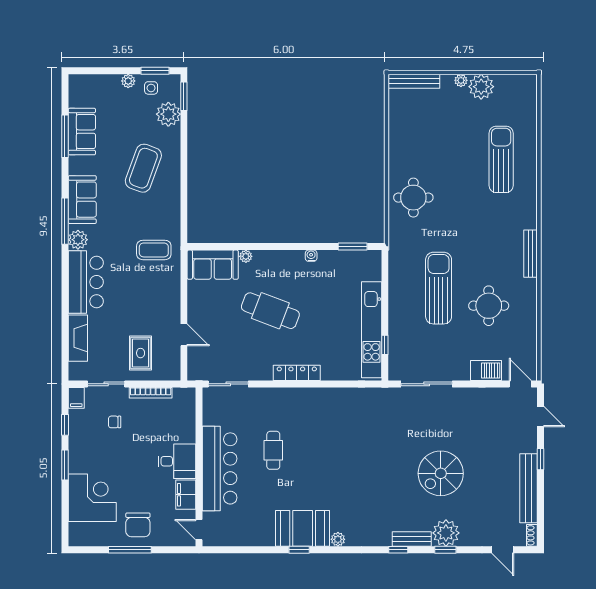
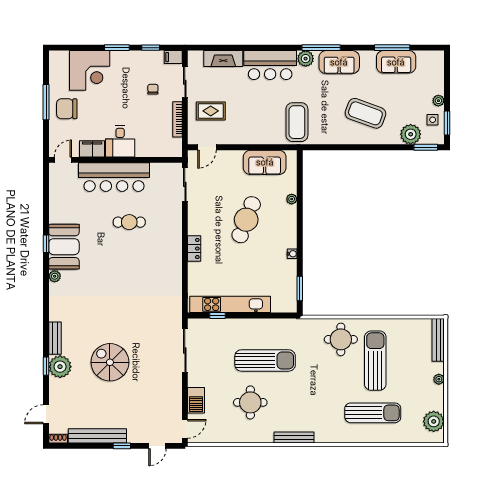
plant: (481, 87) -> (434, 421), moved
sun lounger: (439, 156) -> (375, 361), added
coffee table: (154, 250) -> (297, 122), width x1.36, depth x1.32
sofa: (213, 265) -> (265, 162), moved, turned -90
door: (184, 335) -> (207, 147), moved
locker: (297, 373) -> (194, 249), width x0.66
window: (398, 550) -> (46, 327), removed

